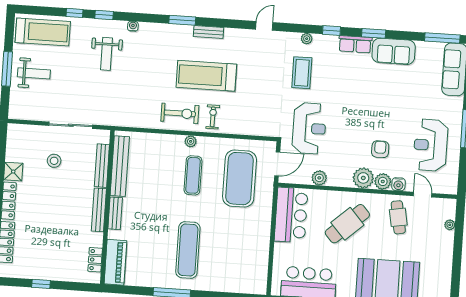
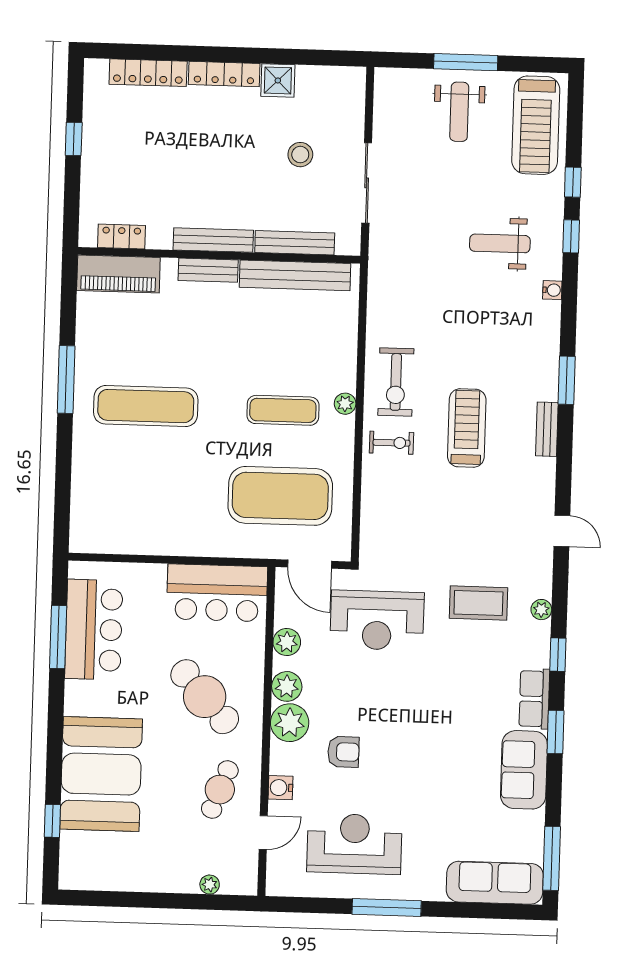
treadmill: (206, 76) -> (467, 428), width x0.73, depth x0.73
plant: (383, 181) -> (287, 686), moved
cafe table: (398, 217) -> (220, 790), turned -59

